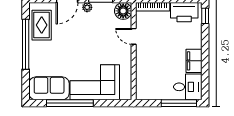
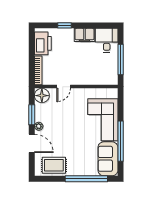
window: (205, 16) -> (64, 25), moved
window: (26, 44) -> (86, 179), moved
window: (179, 103) -> (121, 60), moved

